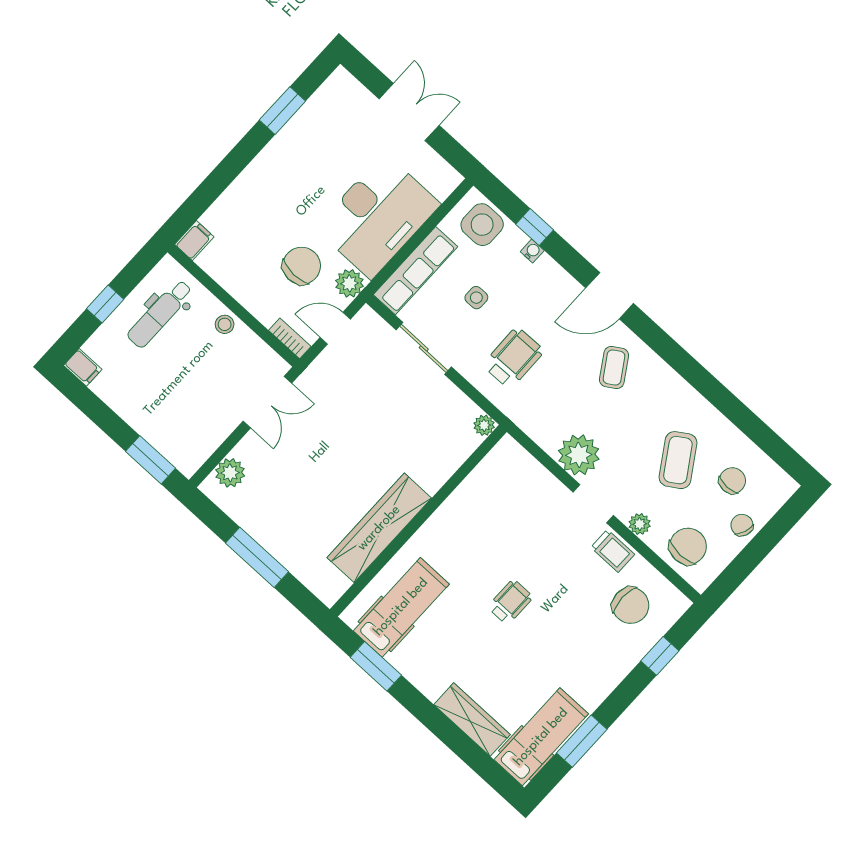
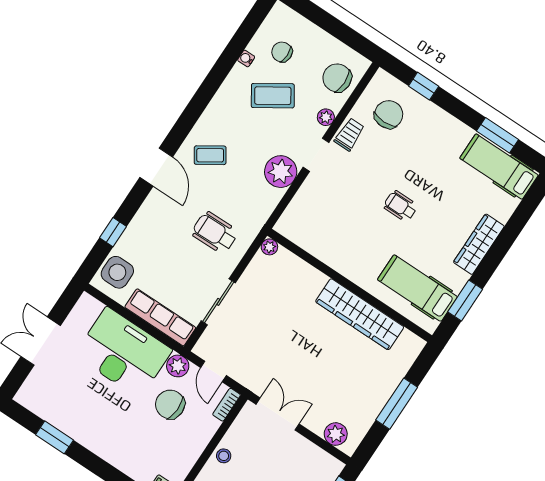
water cooler: (532, 251) -> (246, 59), moved
side table: (476, 298) -> (173, 268), removed
chair: (742, 525) -> (315, 39), removed
wardrobe: (472, 720) -> (479, 244), moved

